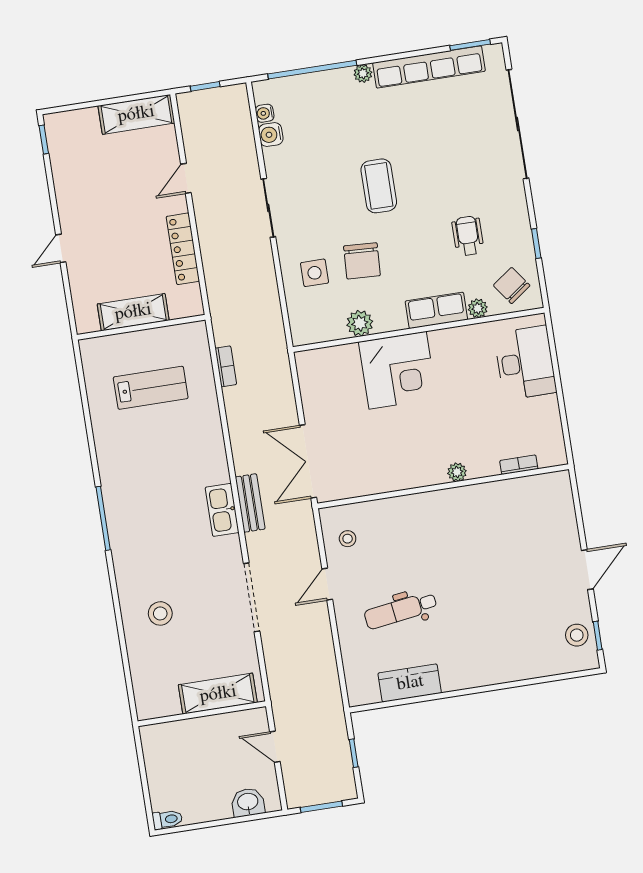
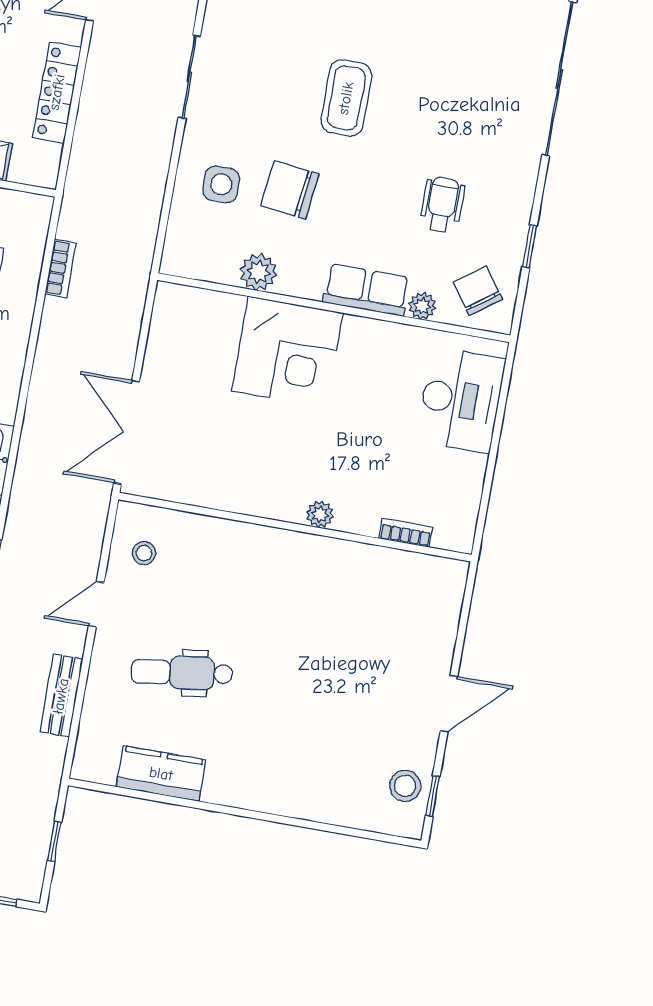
chair: (362, 261) -> (290, 190), turned 94
bench: (250, 503) -> (61, 696), moved

